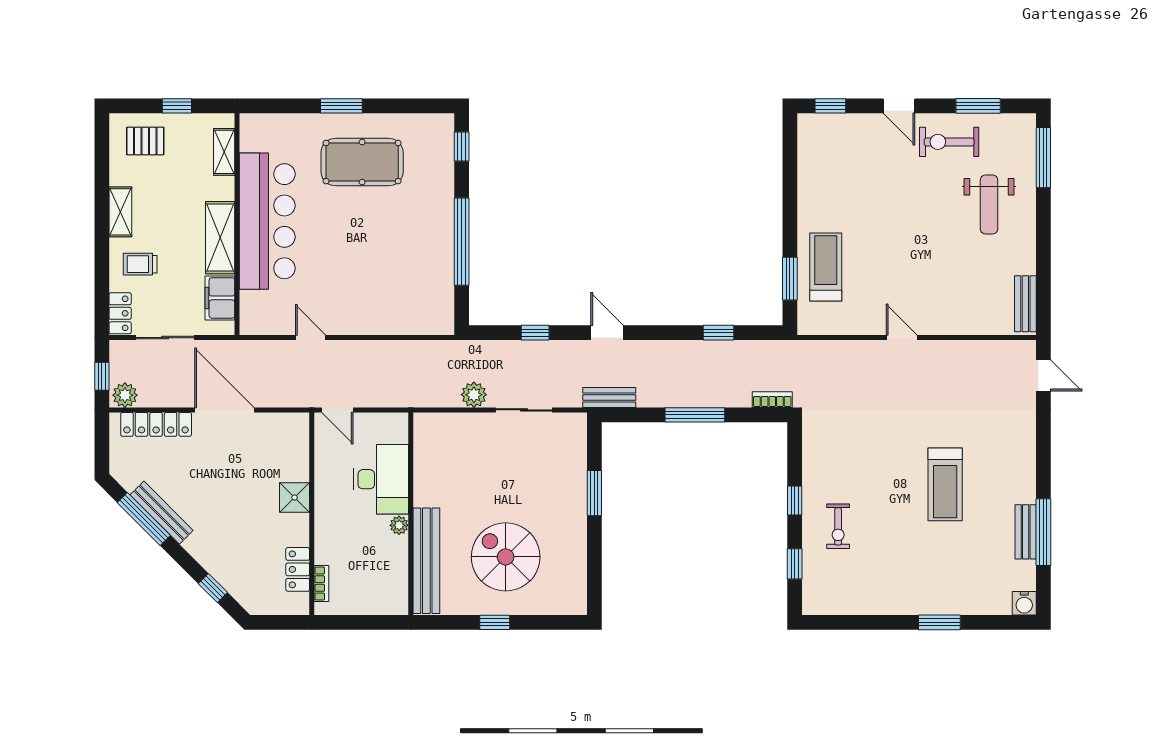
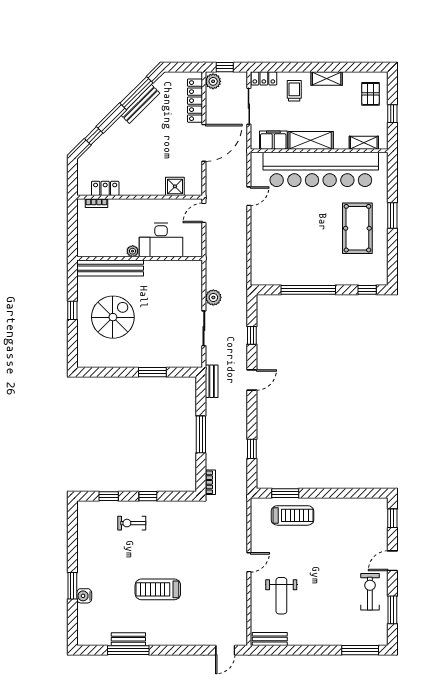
weight bench: (989, 204) -> (281, 596), moved, turned -90
bar counter: (267, 221) -> (321, 169), width x1.36
shower: (295, 498) -> (175, 186), moved
water cooler: (1024, 603) -> (84, 596), moved

